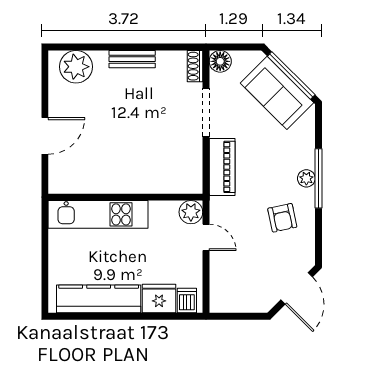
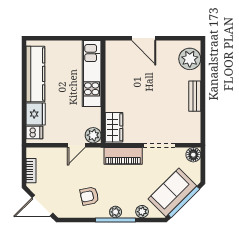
shoe rack: (195, 66) -> (190, 138), removed
plant: (306, 138) -> (142, 212), added
wardrobe: (179, 181) -> (114, 127), added
bookcase: (244, 306) -> (31, 171), added

